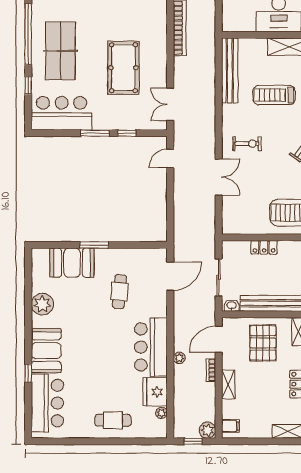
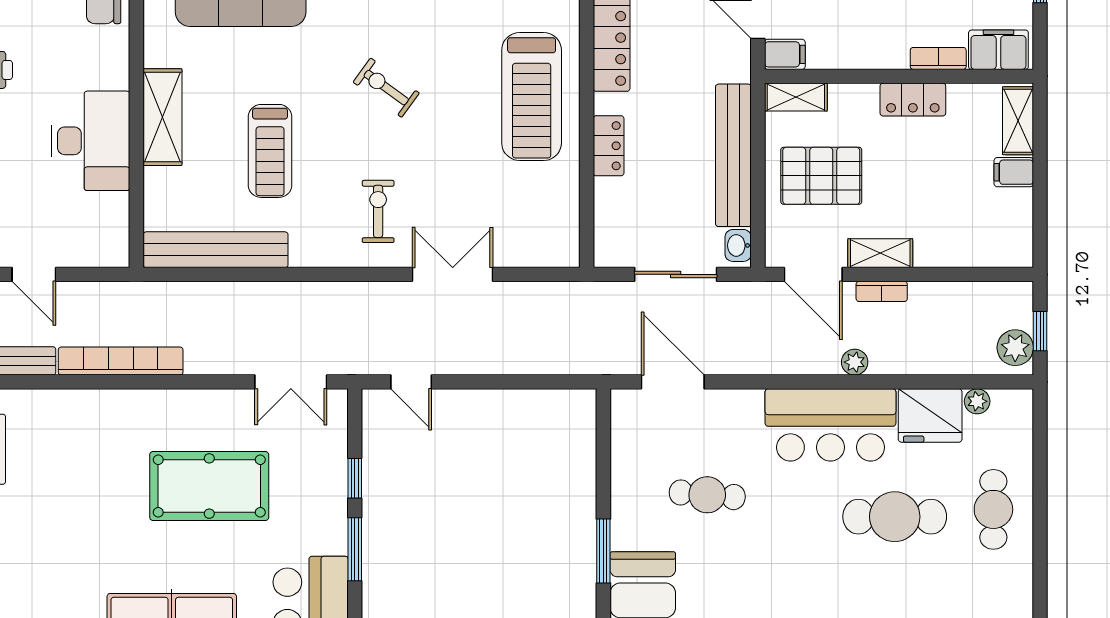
locker: (264, 247) -> (609, 146), moved
cafe table: (110, 376) -> (895, 517), added
shelving: (228, 384) -> (880, 253), moved
filing cabinet: (230, 426) -> (1014, 172), moved, turned -90
plant: (207, 430) -> (1015, 348), moved

